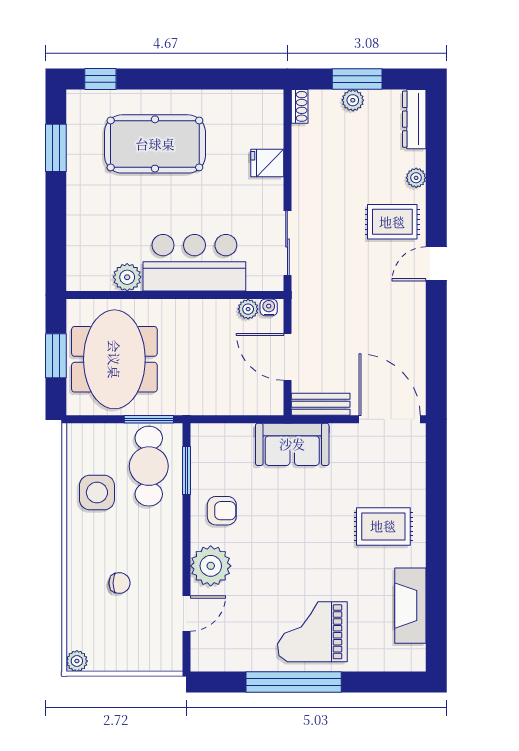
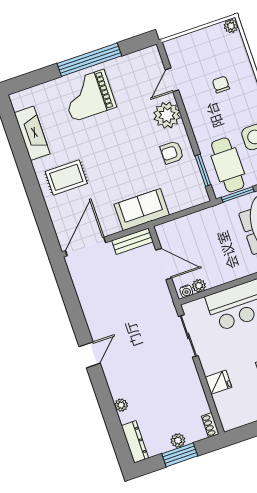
rug: (392, 222) -> (127, 372), removed
door: (390, 419) -> (86, 247), swing flipped
chair: (120, 583) -> (221, 85), turned 90
grand piano: (312, 632) -> (88, 95), turned 180

